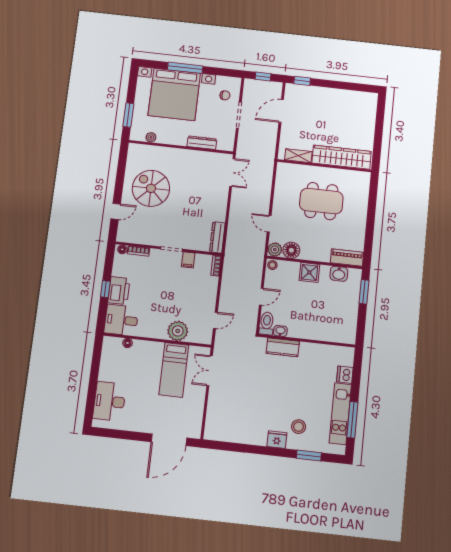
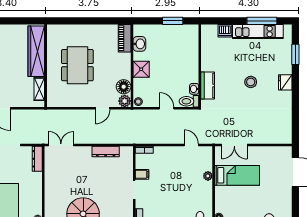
dresser: (202, 143) -> (37, 159), moved
dresser: (217, 237) -> (106, 152), moved
window: (364, 292) -> (173, 21), moved
plant: (178, 331) -> (208, 176), width x0.53, depth x0.53
stool: (299, 427) -> (251, 82), moved

